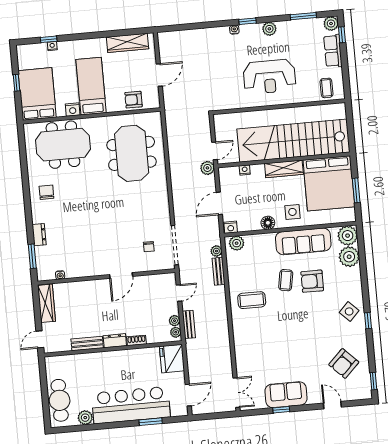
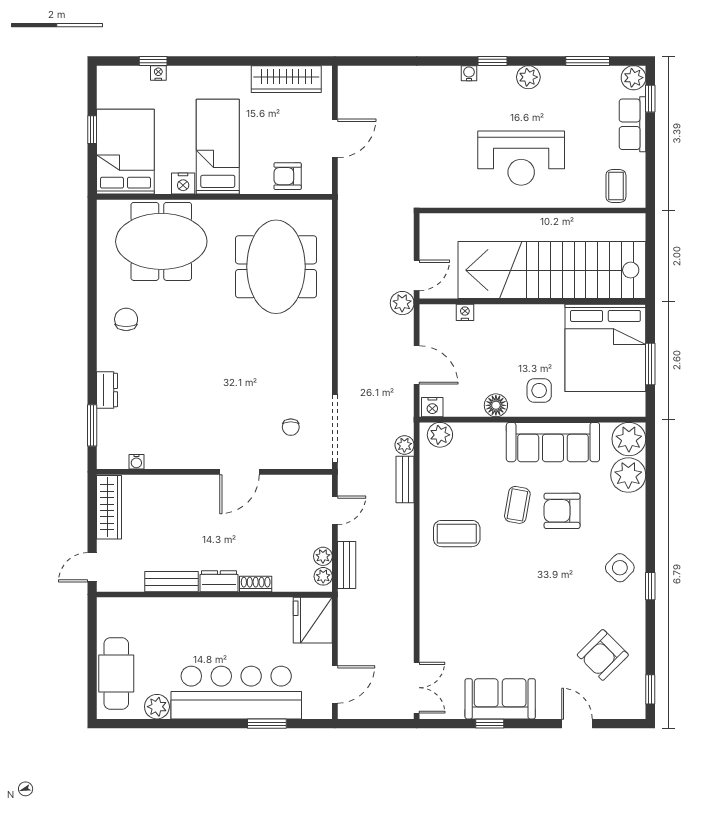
wardrobe: (284, 169) -> (531, 316), removed
door: (219, 203) -> (417, 365), swing flipped

